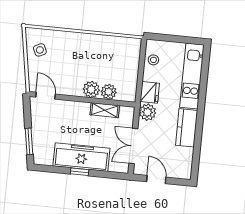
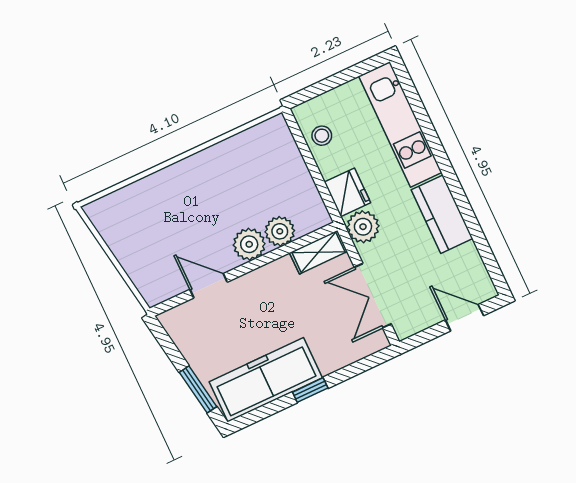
side table: (40, 50) -> (127, 230), removed
door: (46, 96) -> (209, 286), moved
shelving: (105, 110) -> (318, 252), moved
freezer: (81, 157) -> (266, 380), moved
door: (156, 179) -> (464, 318), moved

